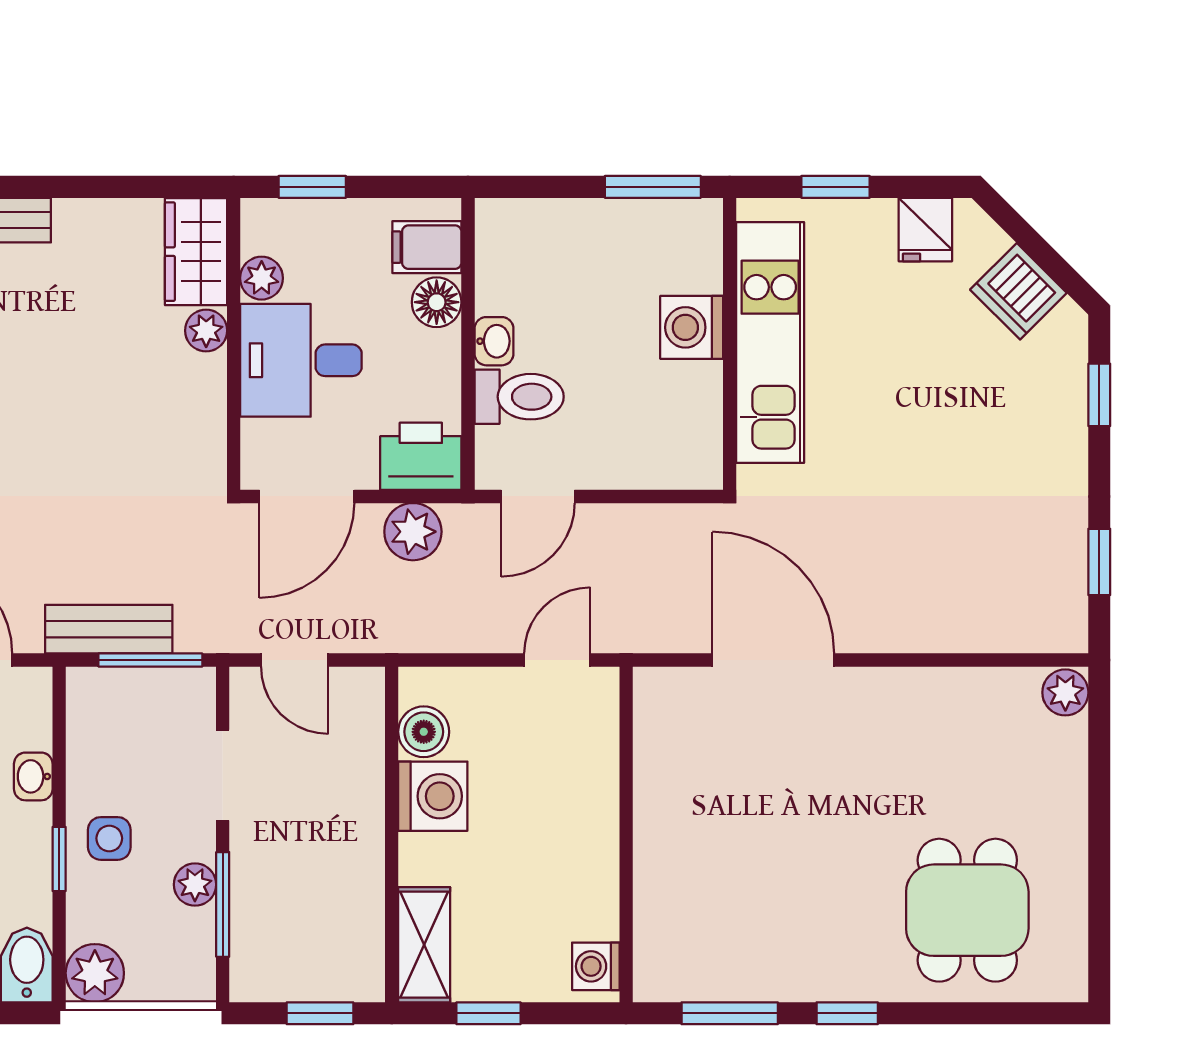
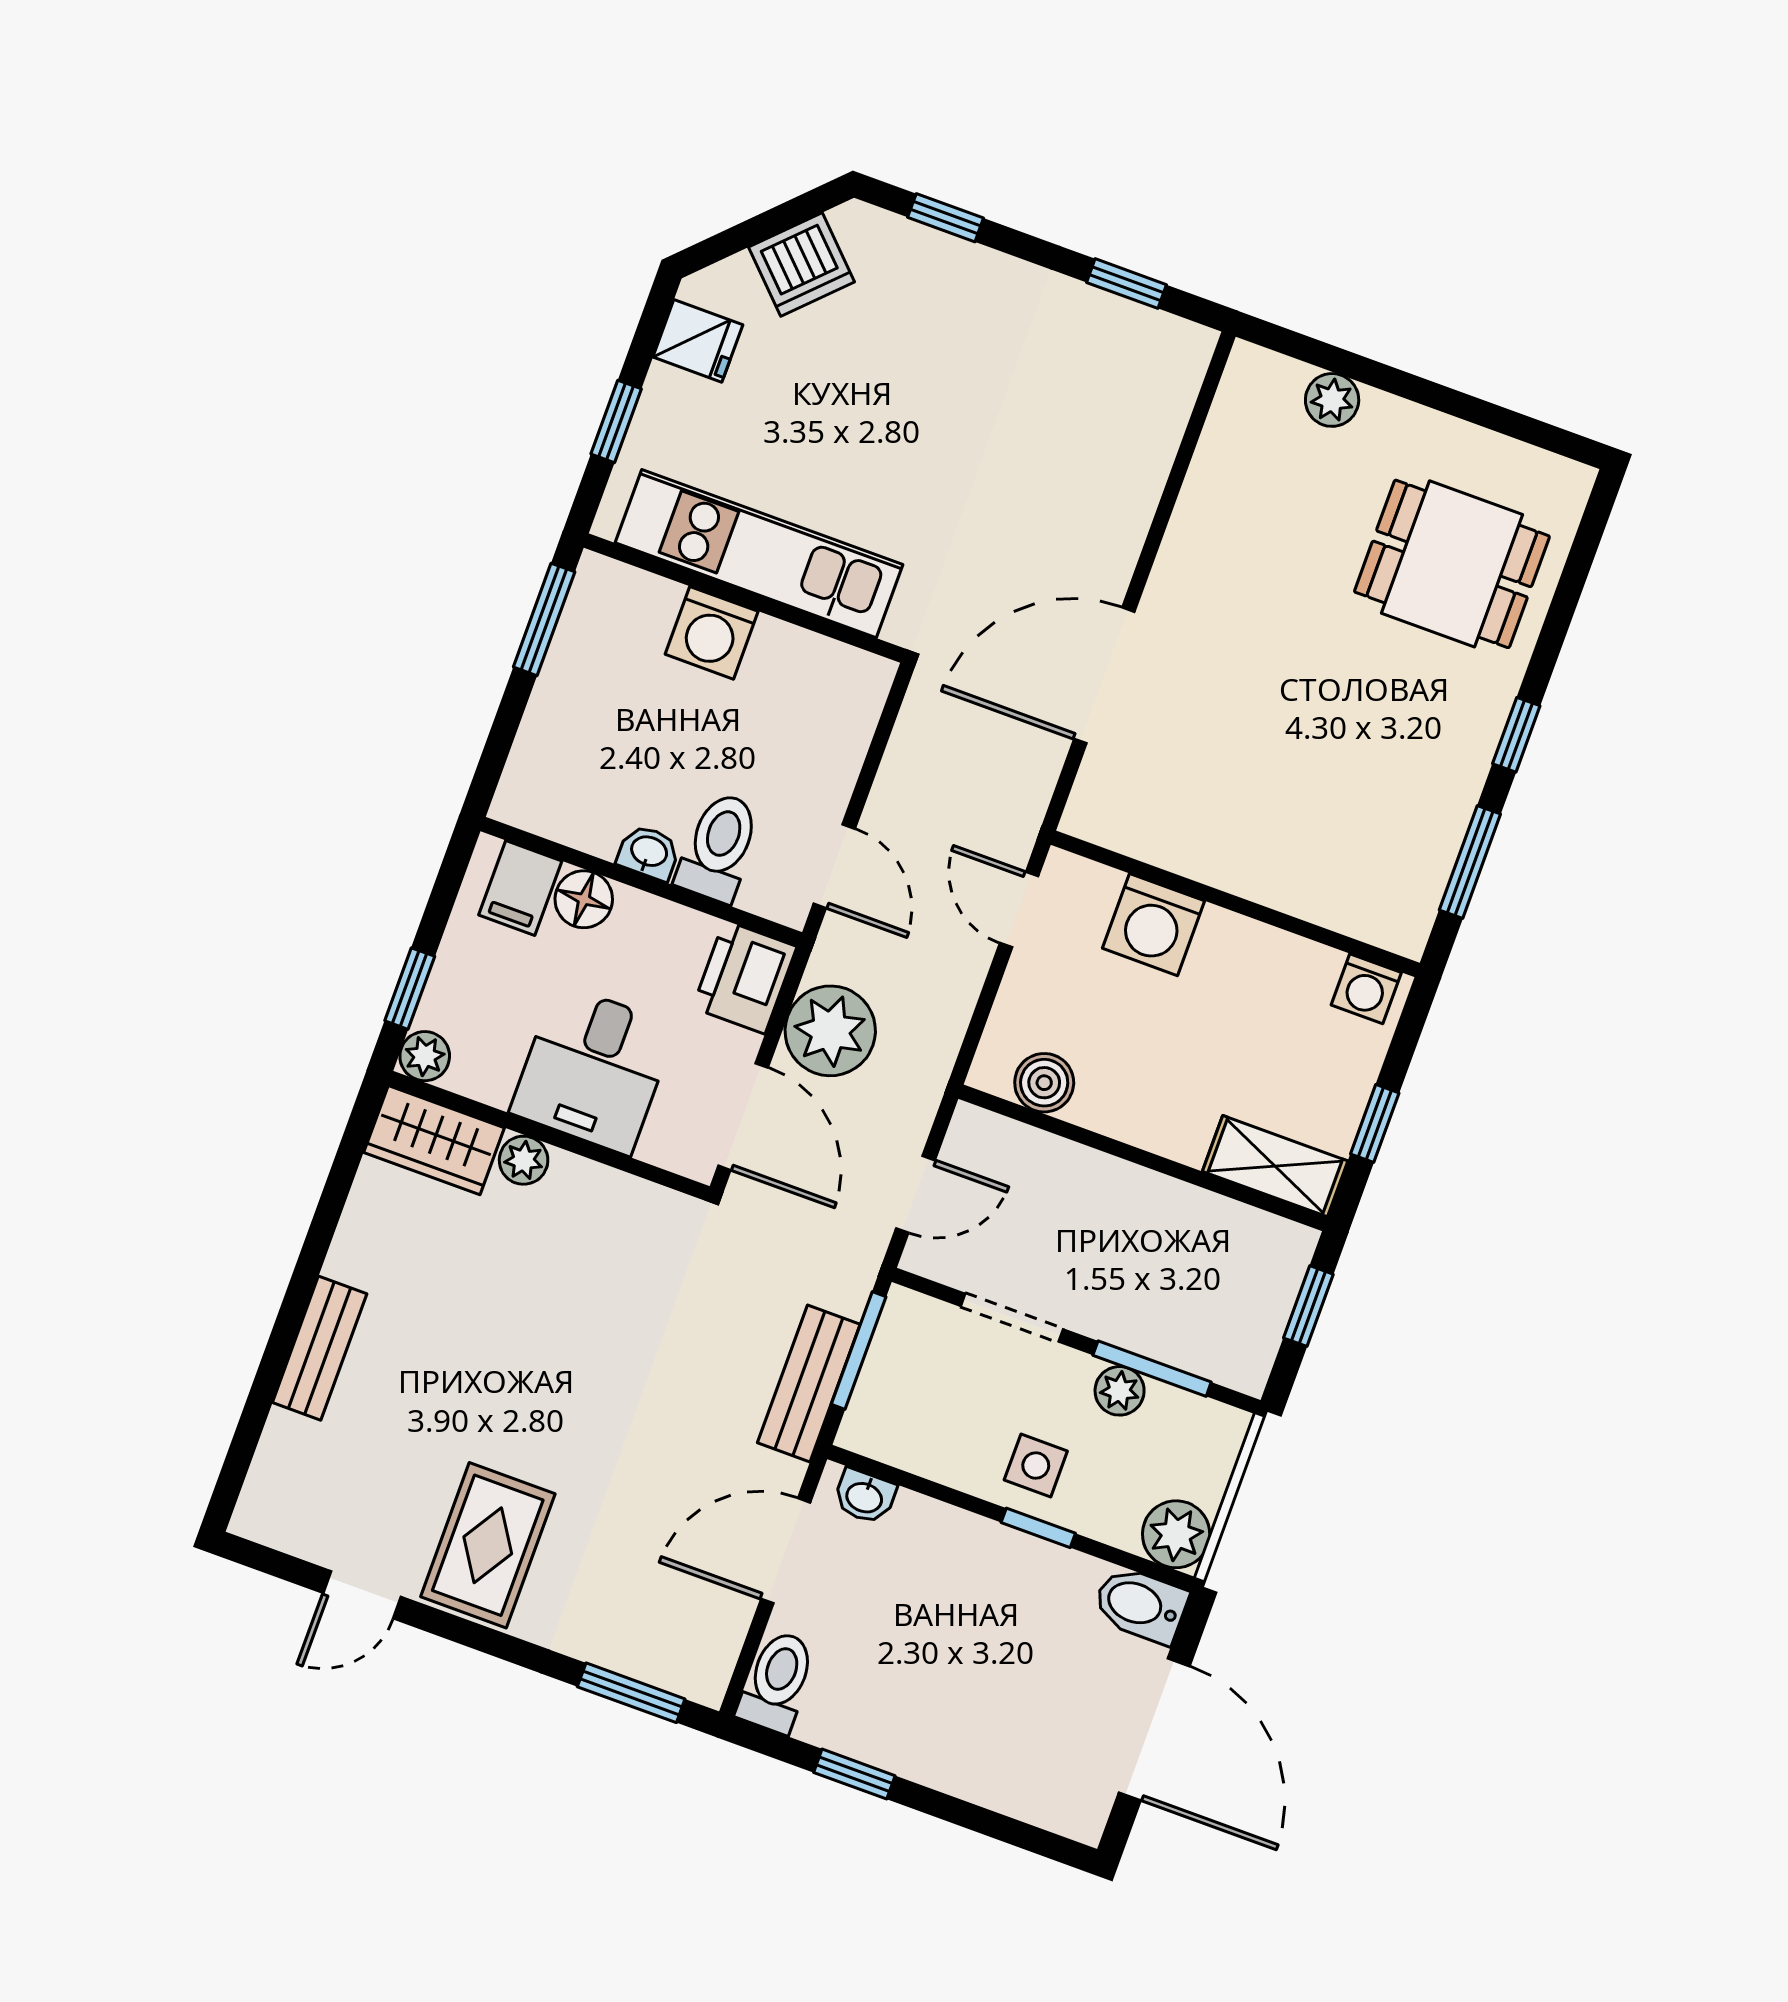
plant: (262, 278) -> (425, 1056), moved
plant: (413, 532) -> (830, 1031), width x1.36, depth x1.36
plant: (1065, 692) -> (1332, 400), moved
washbasin: (33, 776) -> (865, 1496), moved
washing machine: (433, 796) -> (1153, 925), moved, turned 180

